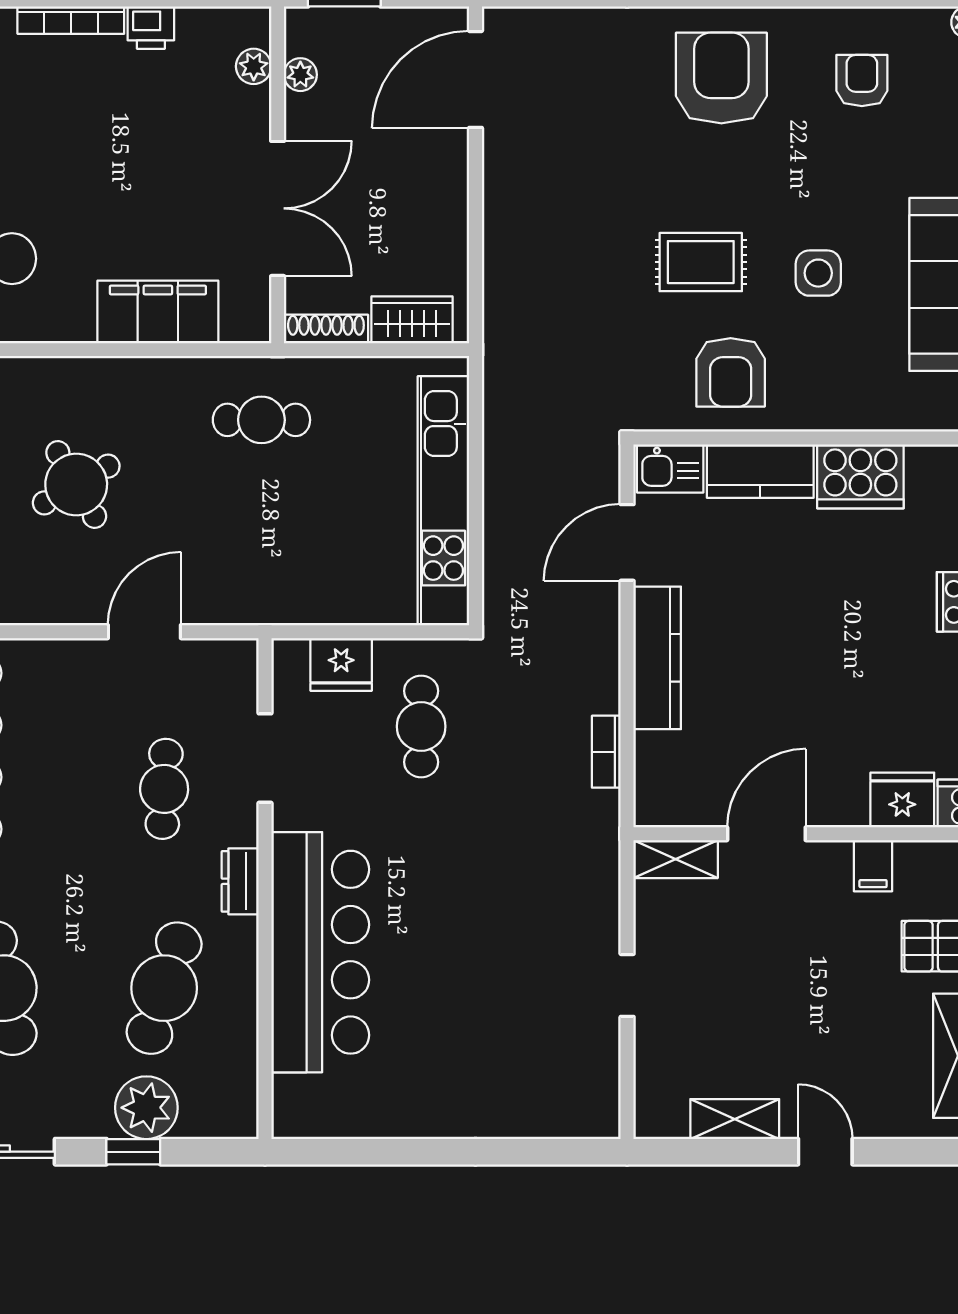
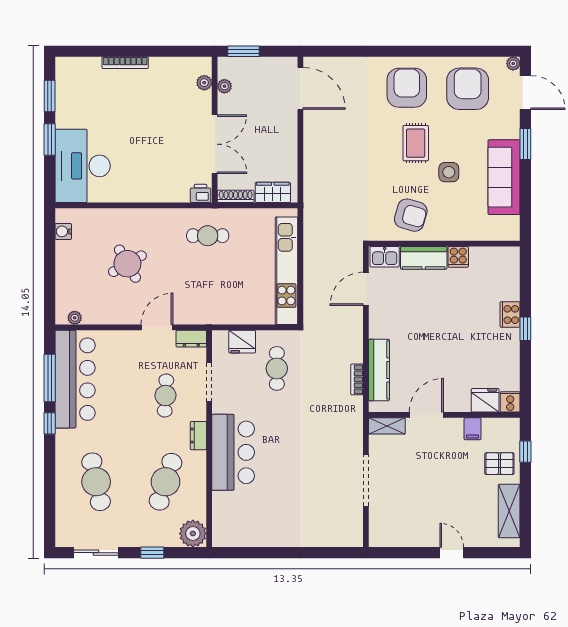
printer: (151, 28) -> (201, 193), moved, turned 180
door: (475, 79) -> (300, 88), swing flipped
armchair: (862, 81) -> (468, 89), width x1.88, depth x1.88
rug: (701, 262) -> (416, 143), moved, turned 90
filing cabinet: (158, 312) -> (163, 189), removed
armchair: (731, 372) -> (411, 215), turned -74
cooker: (860, 476) -> (458, 257), width x0.53, depth x0.76
dresser: (224, 658) -> (191, 339), added
kitchen counter: (657, 658) -> (379, 370), moved
bar counter: (320, 952) -> (233, 452), width x0.73
doorway: (627, 985) -> (366, 481), width x1.88
plant: (146, 1108) -> (193, 534), moved
shelving: (735, 1119) -> (413, 538), removed

